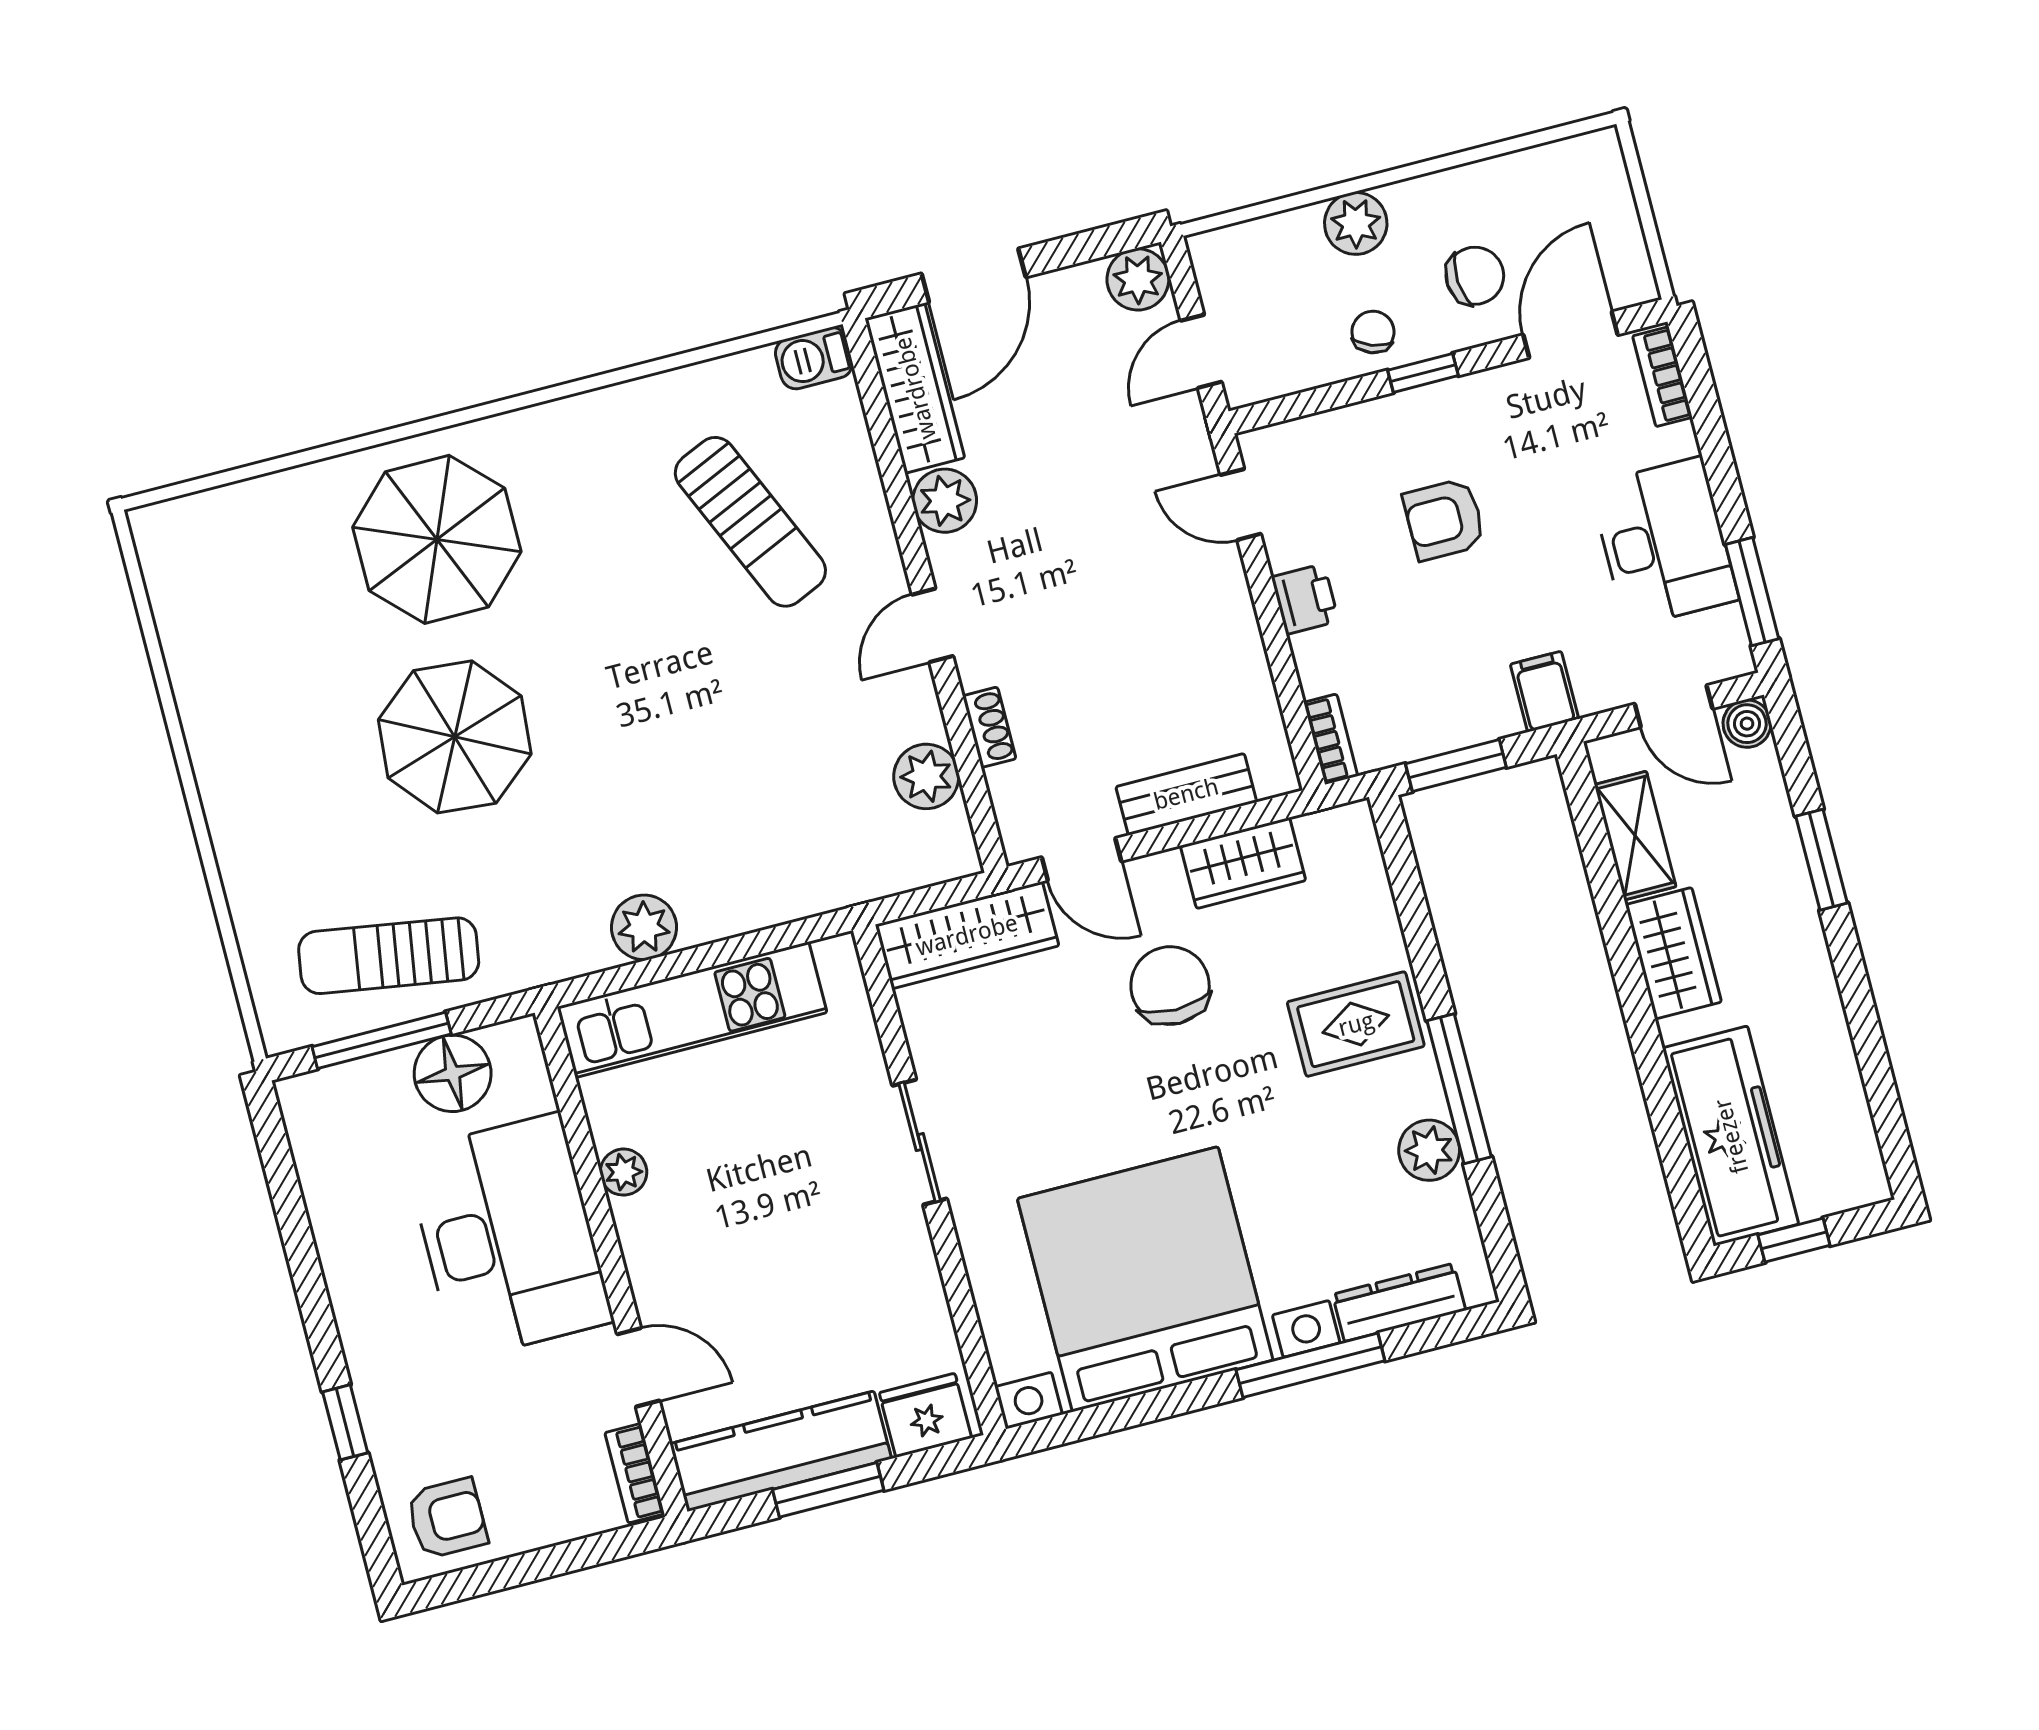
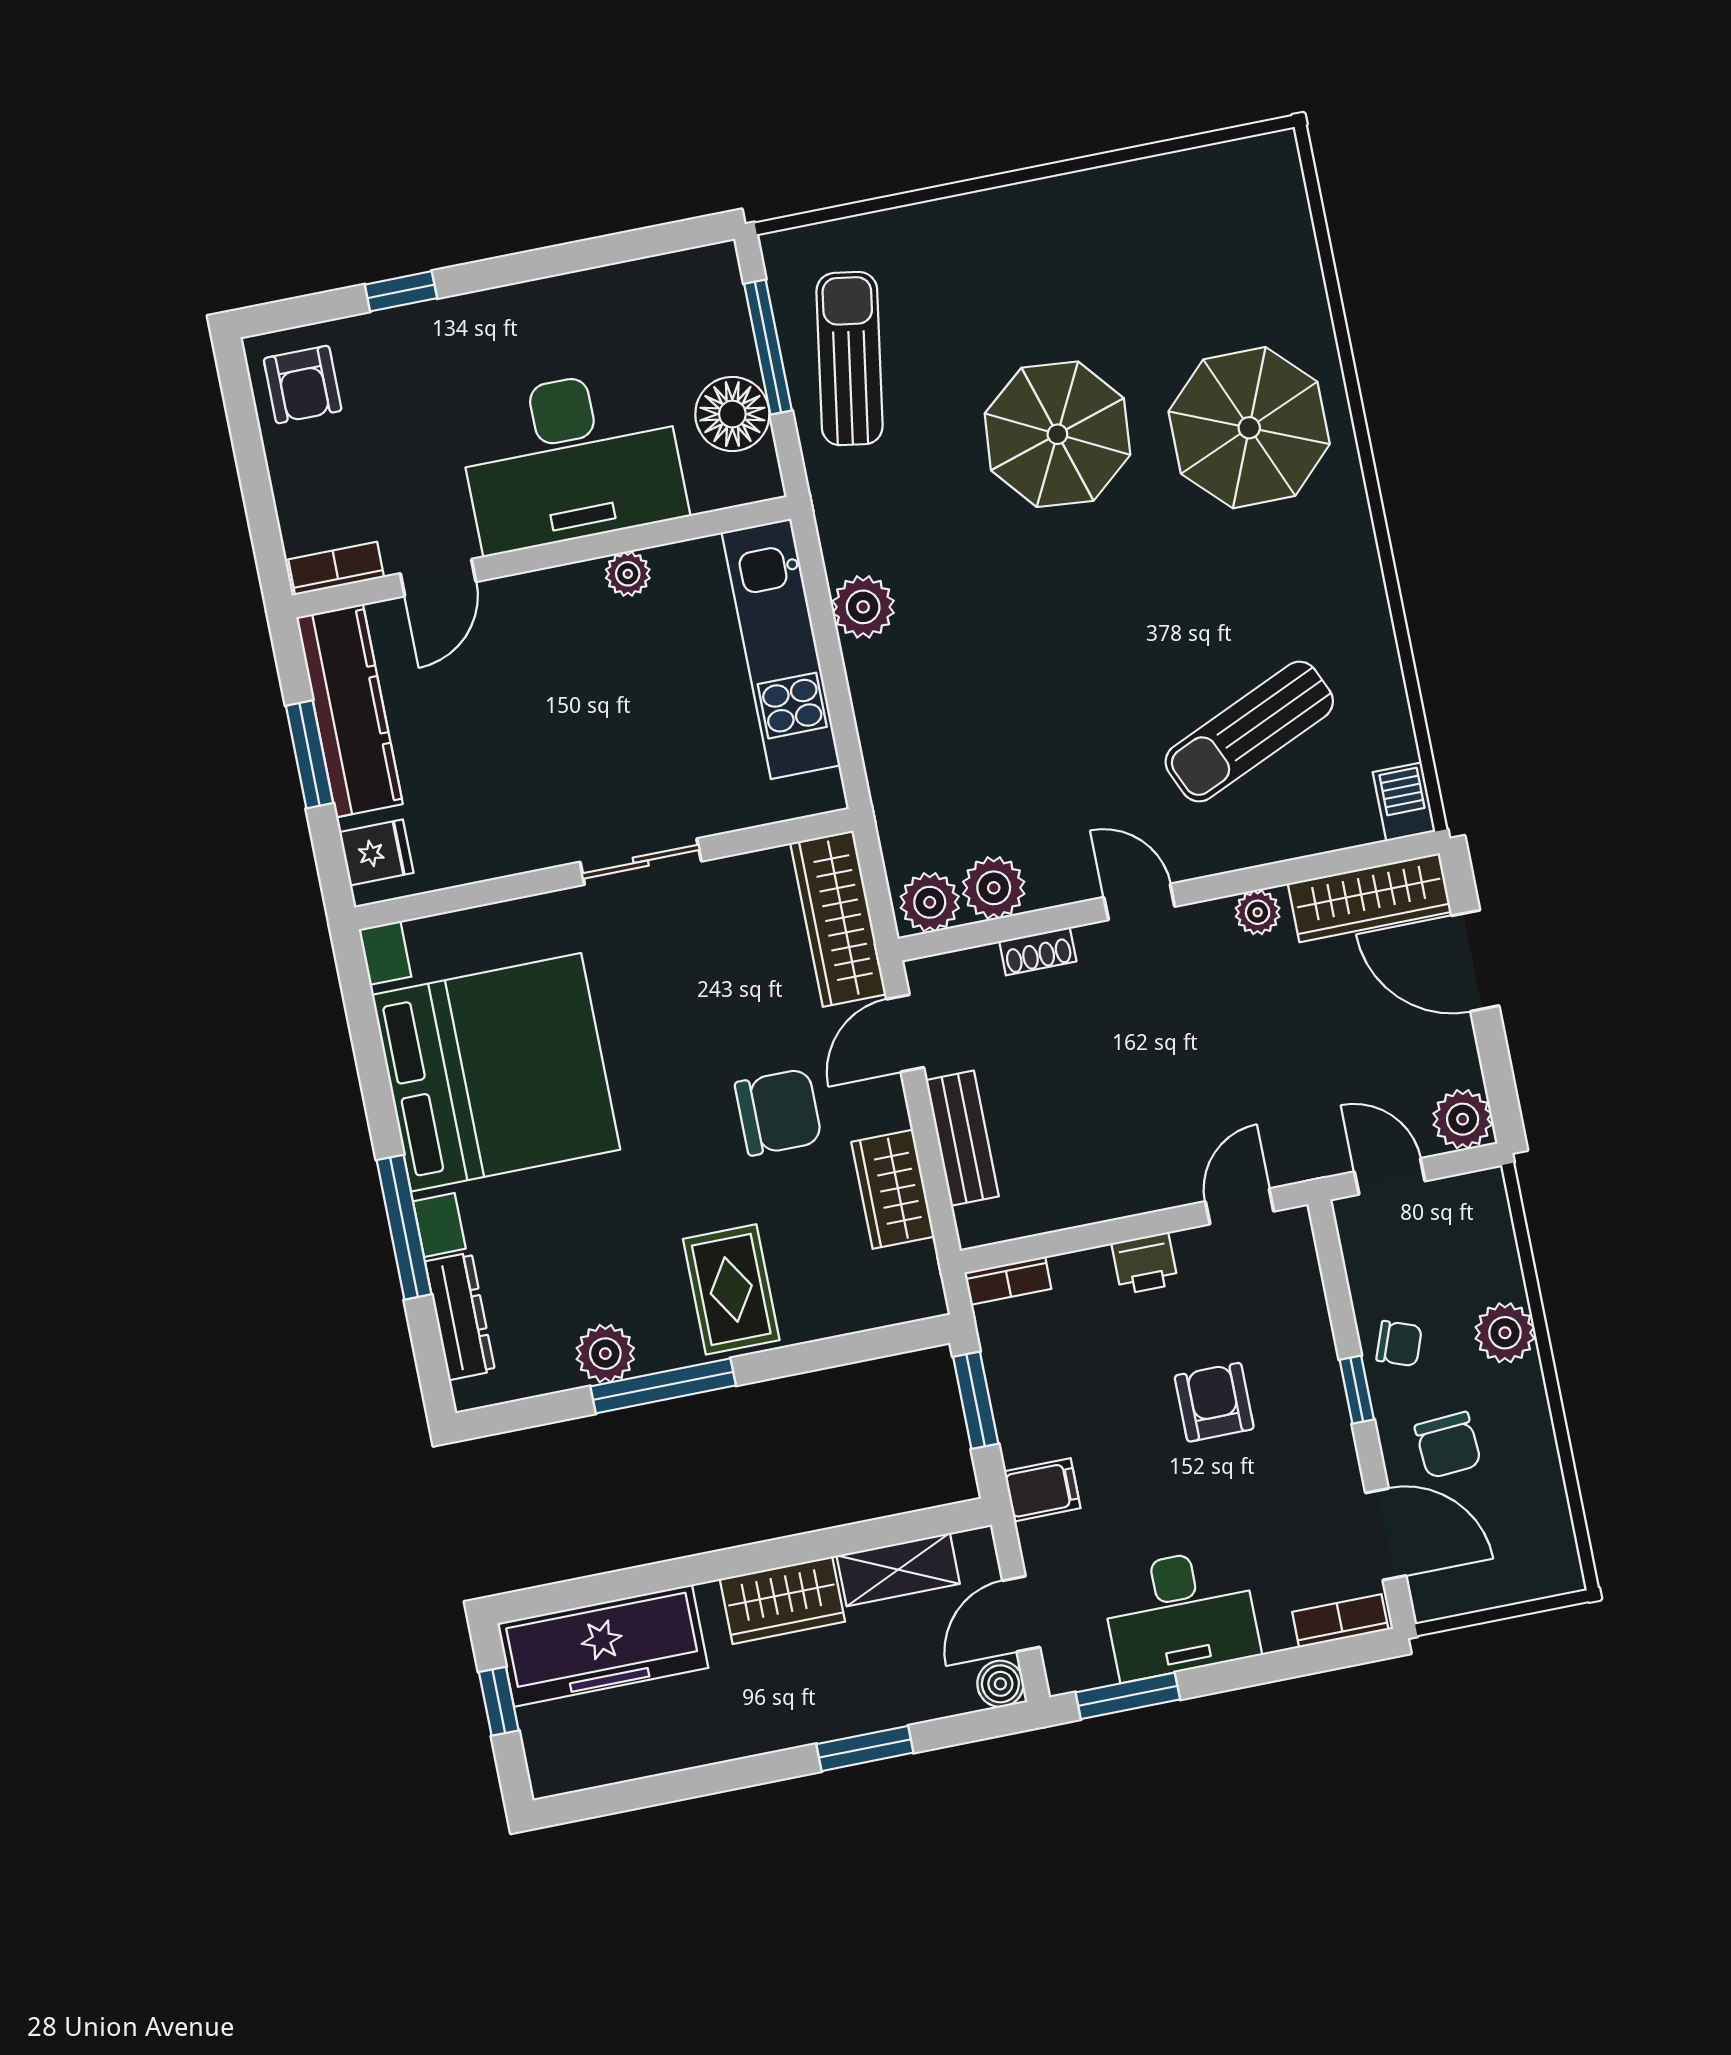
plant: (945, 501) -> (1258, 912), width x0.73, depth x0.73
plant: (945, 842) -> (930, 902), added
fridge: (925, 1415) -> (376, 852), width x0.72

